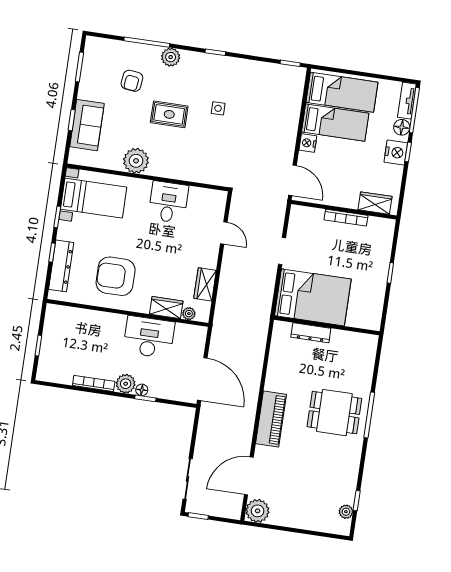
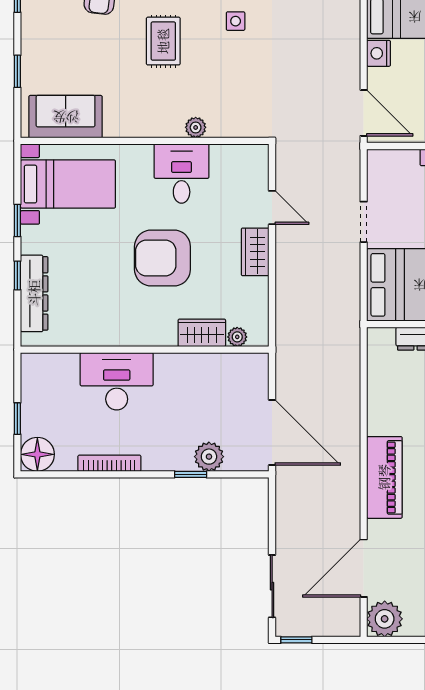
rug: (169, 114) -> (163, 41), turned 90
sofa: (87, 125) -> (66, 117), moved, turned -90
plant: (136, 161) -> (196, 127), moved, width x0.53, depth x0.53
armchair: (116, 276) -> (162, 258), moved
wardrobe: (205, 284) -> (255, 252), moved
desk: (149, 337) -> (117, 381), moved
plant: (126, 384) -> (209, 457), moved
floor lamp: (142, 390) -> (37, 454), moved, width x1.89, depth x1.89

